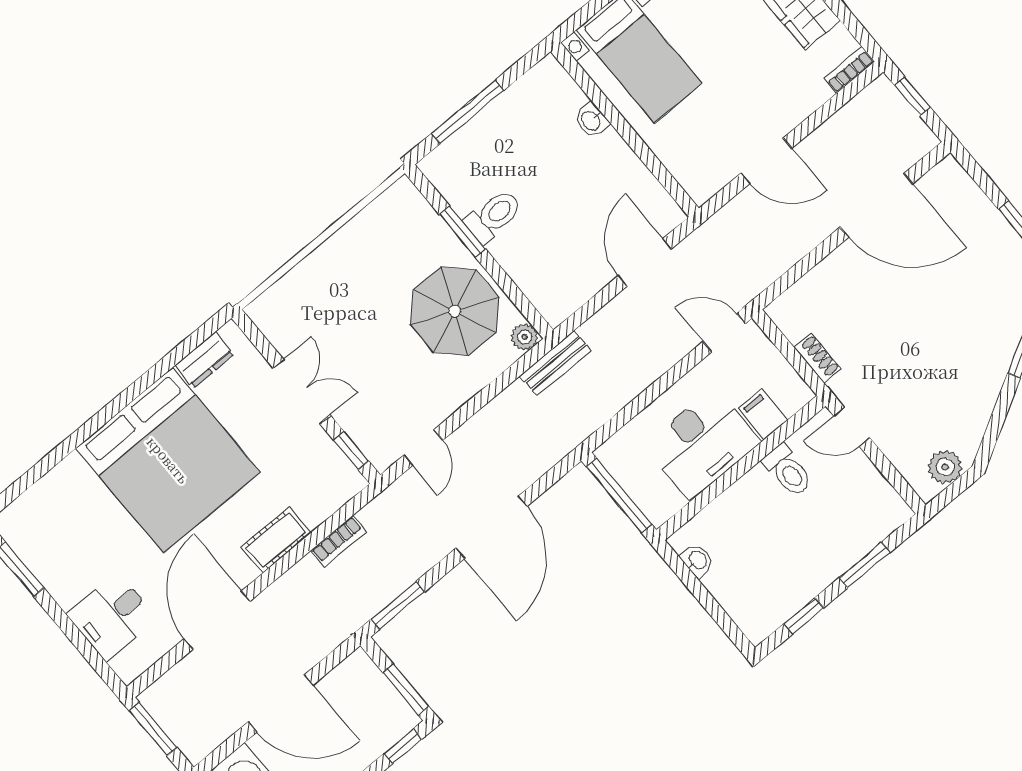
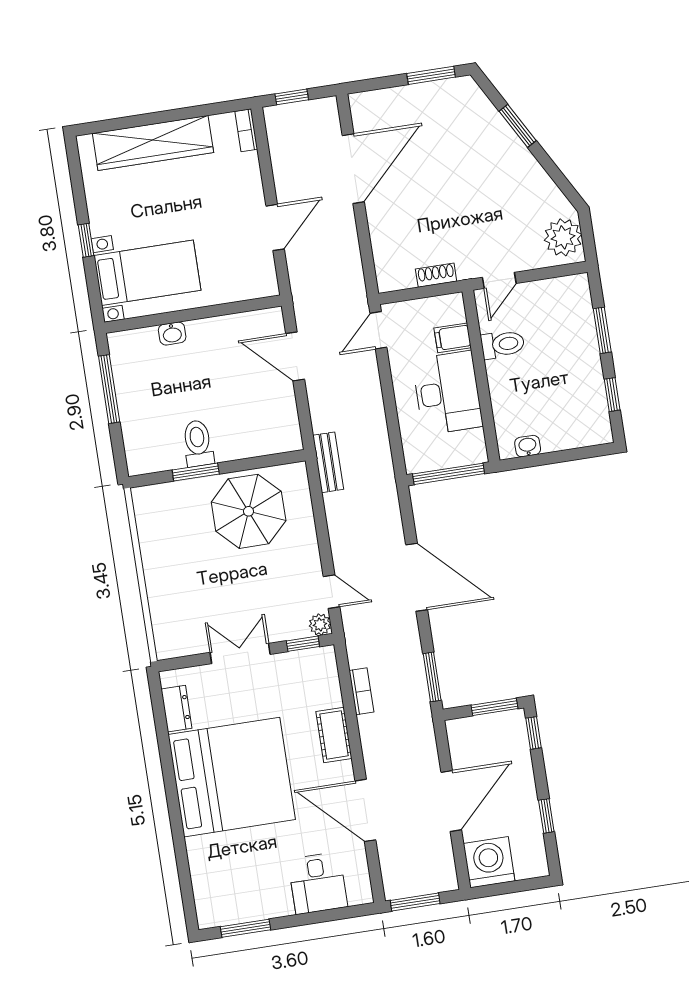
window: (468, 112) -> (109, 389), moved
plant: (525, 337) -> (320, 624), moved
plant: (945, 467) -> (563, 237), width x1.36, depth x1.36

